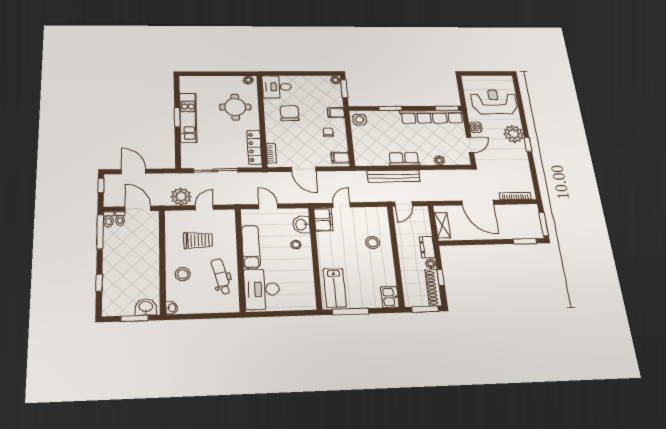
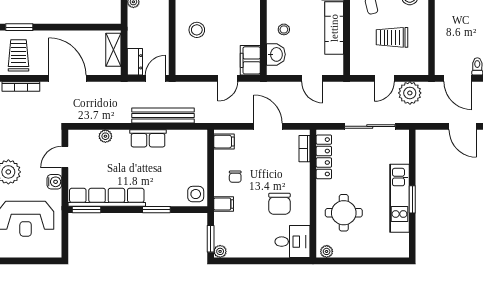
trolley: (521, 219) -> (18, 55), added
dresser: (427, 247) -> (135, 62), moved

